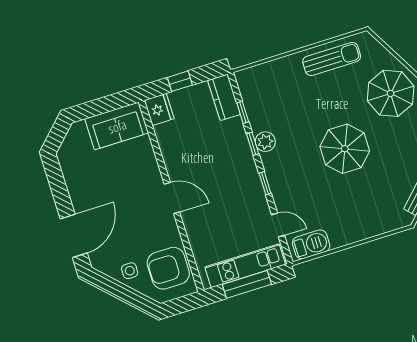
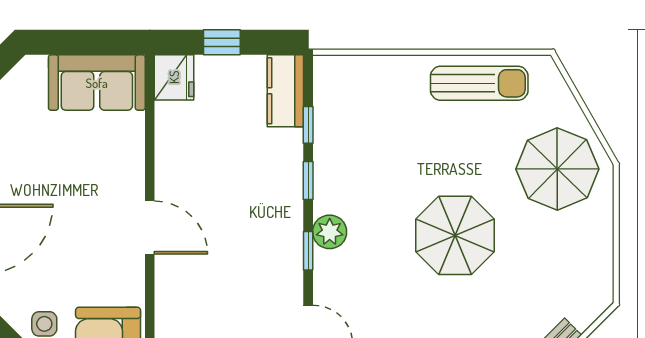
plant: (265, 142) -> (330, 232), moved

